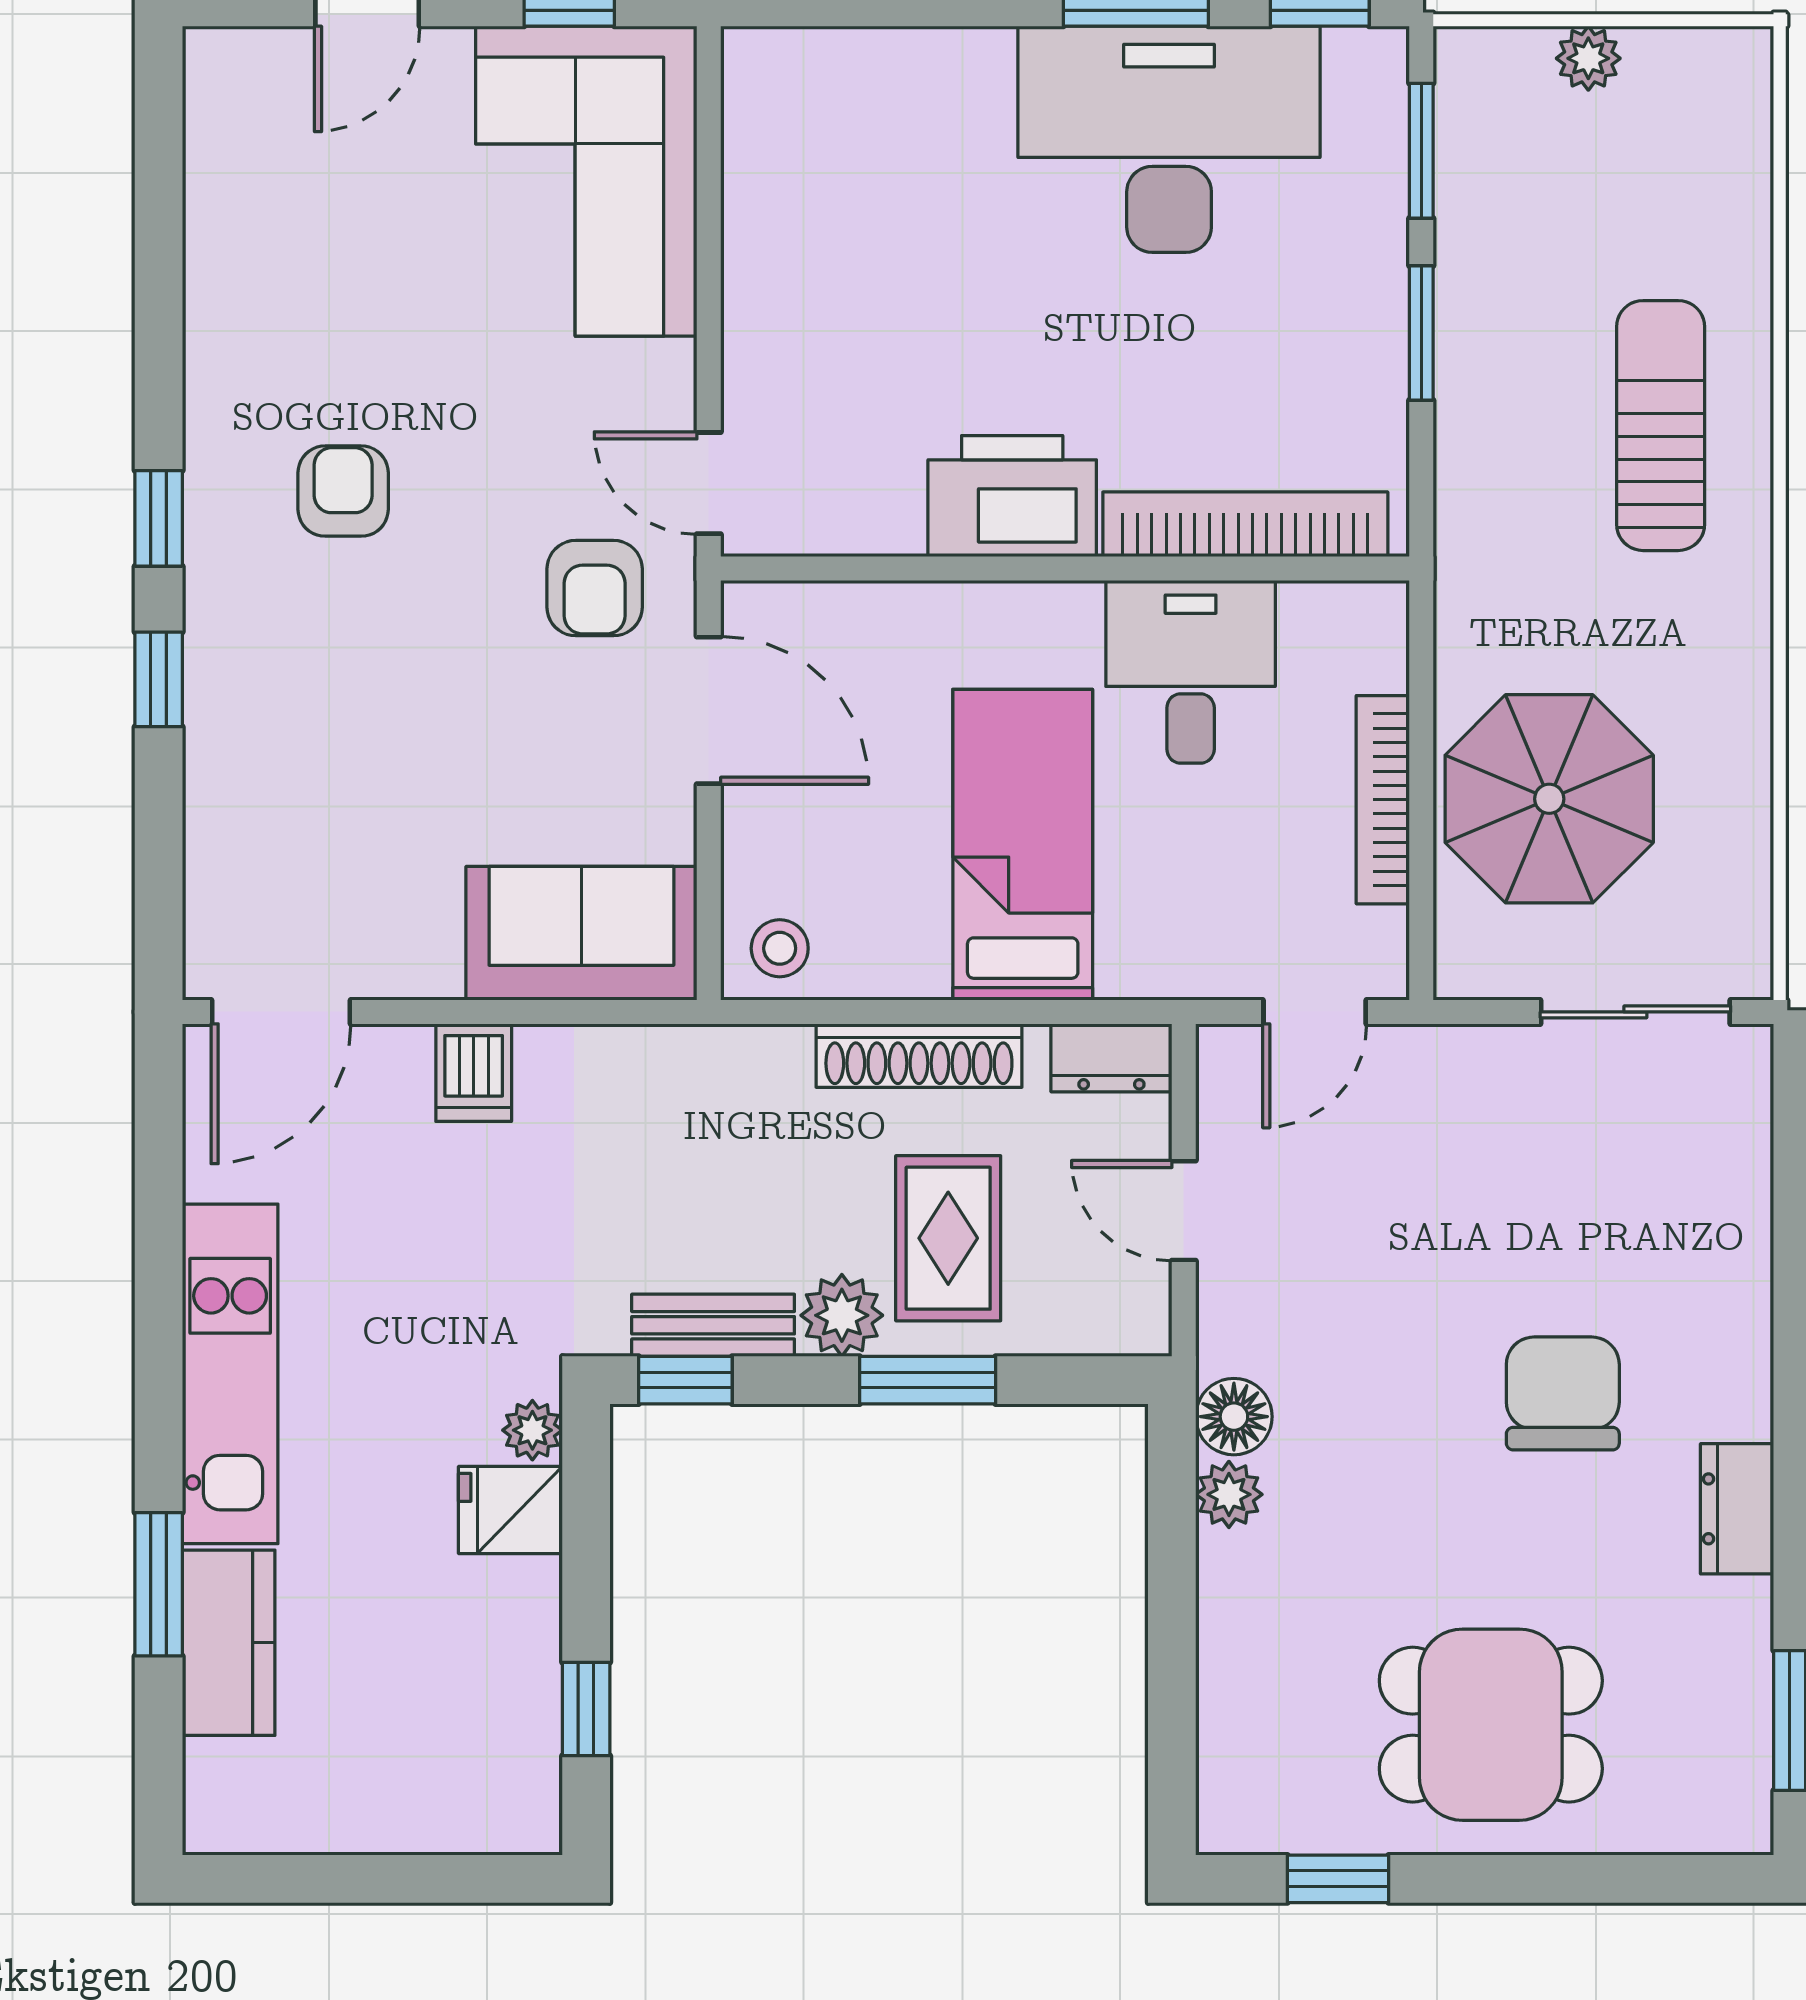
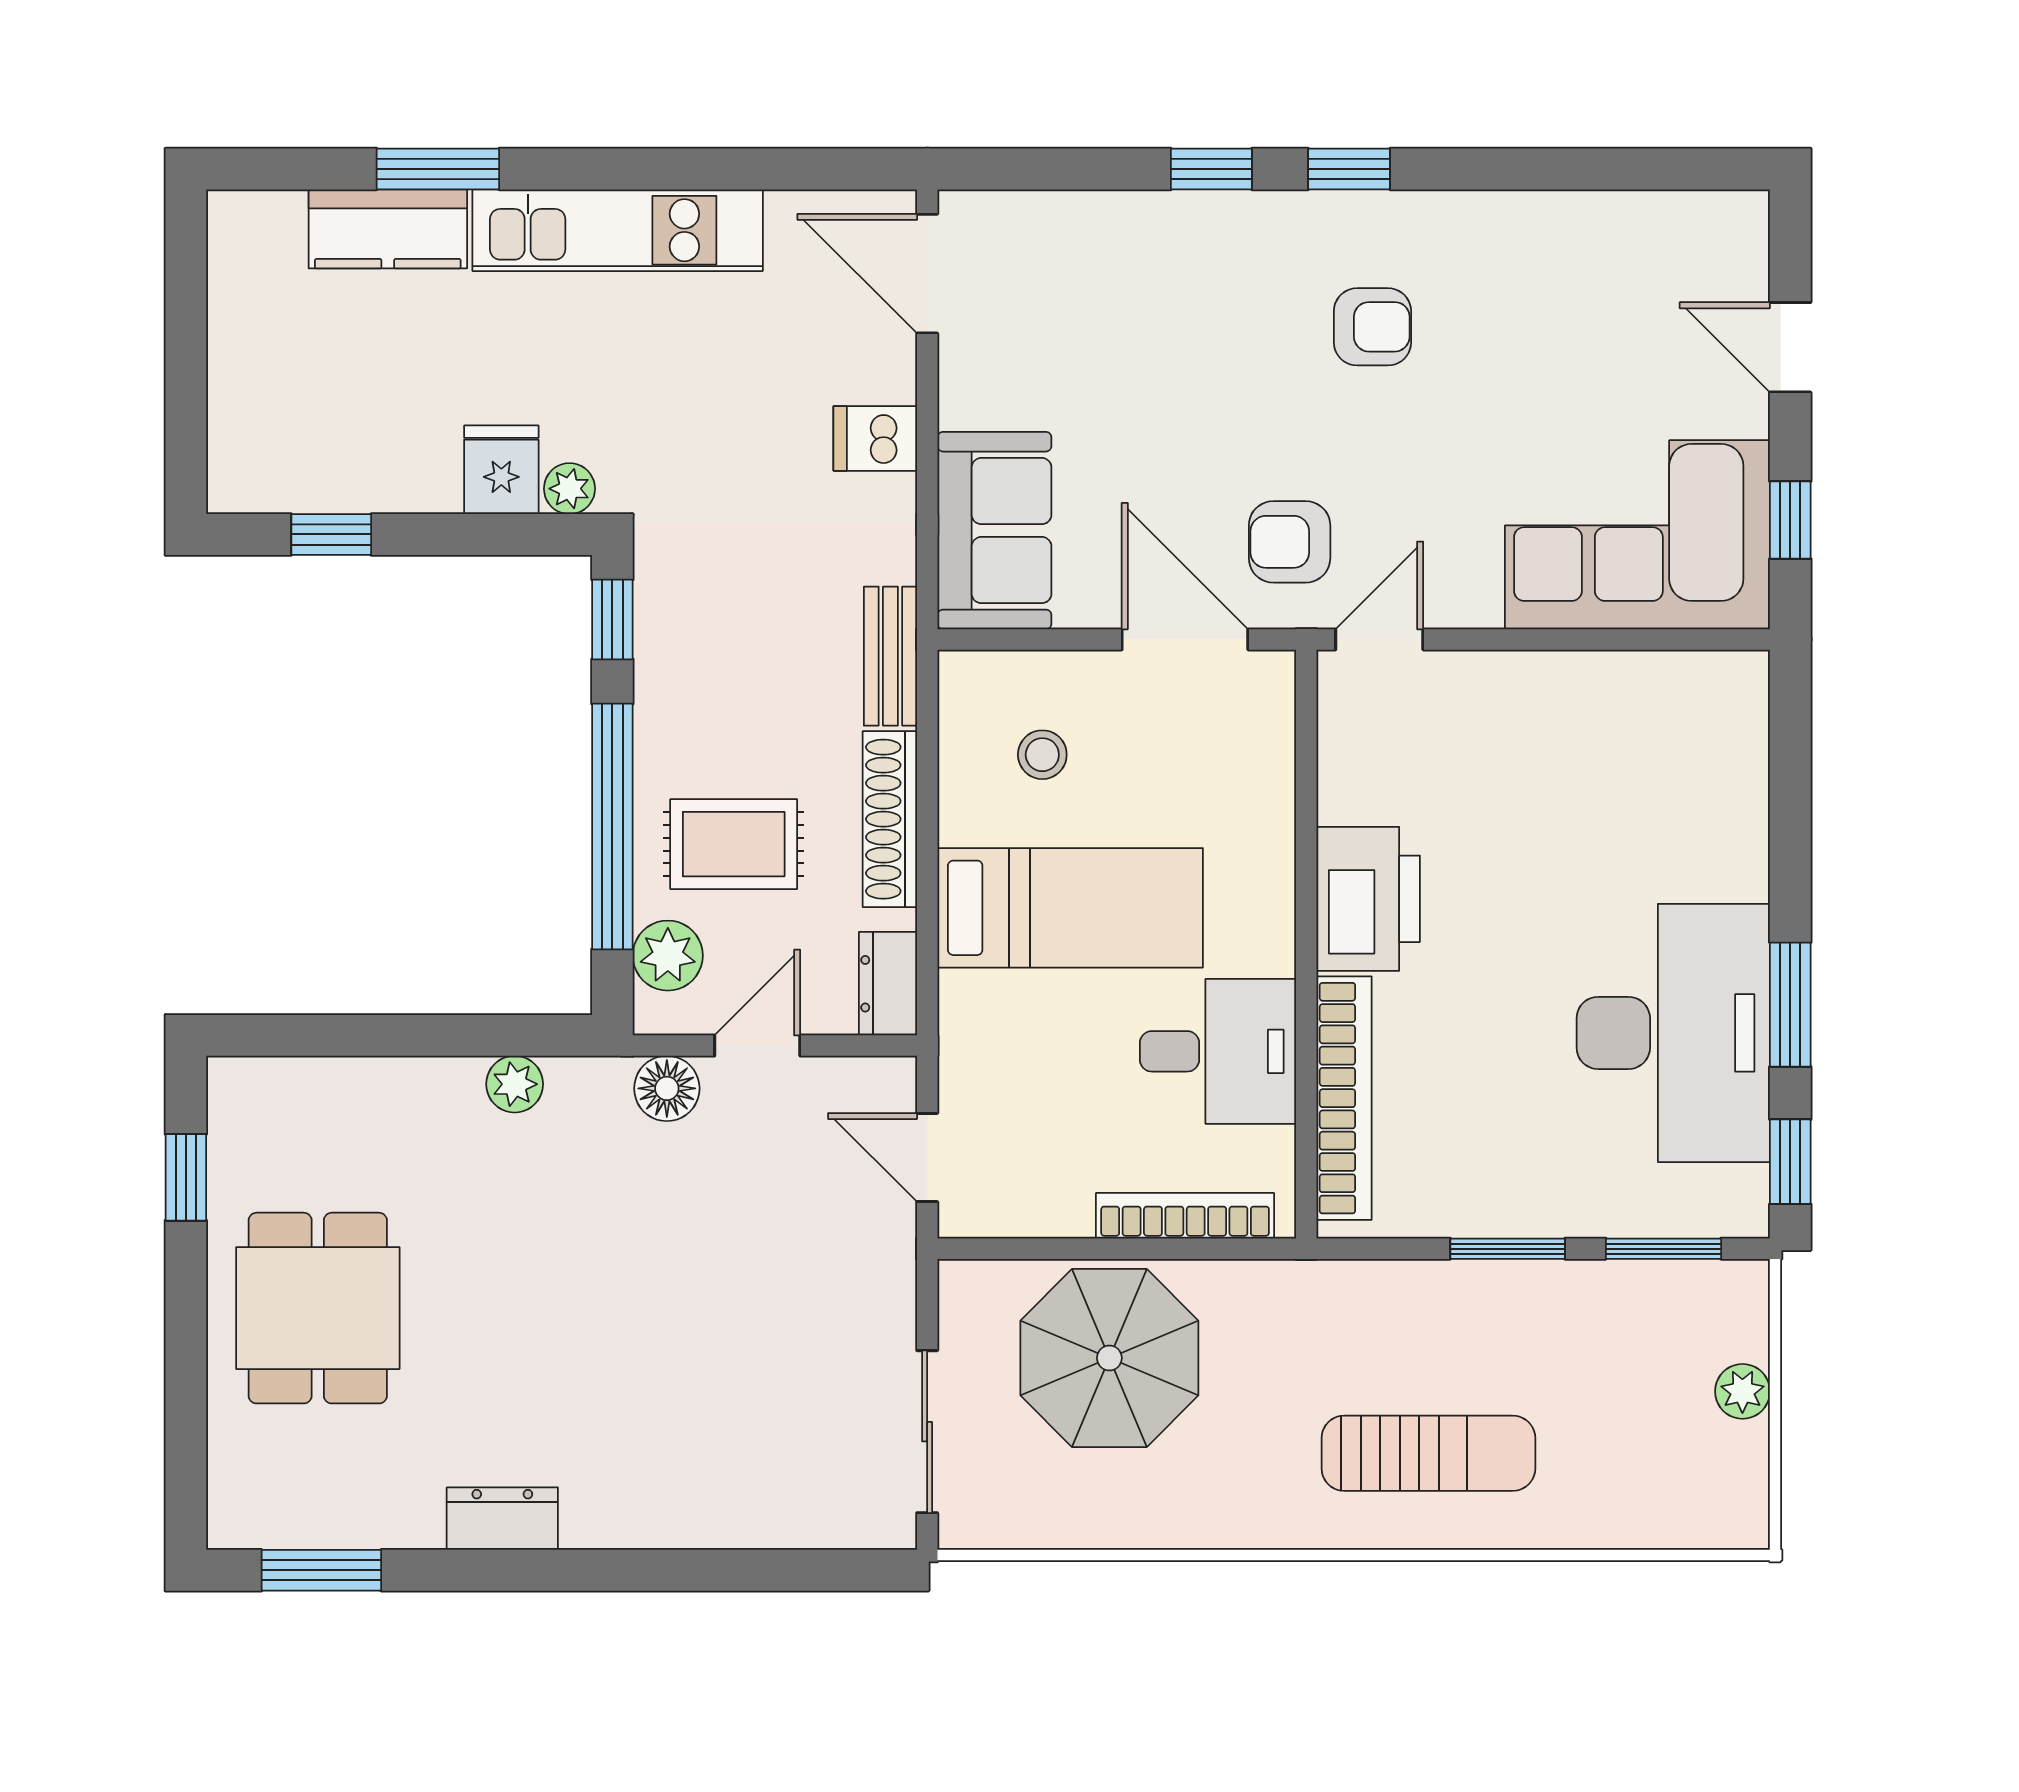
door: (709, 710) -> (1185, 639), swing flipped
bookcase: (1383, 800) -> (1185, 1216), moved
stool: (780, 948) -> (1042, 755), moved
plant: (842, 1315) -> (668, 956), moved
bench: (713, 1325) -> (890, 656), moved
window: (928, 1380) -> (612, 827), width x2.11
chair: (1563, 1393) -> (601, 1370), removed
floor lamp: (1234, 1417) -> (667, 1088), moved

